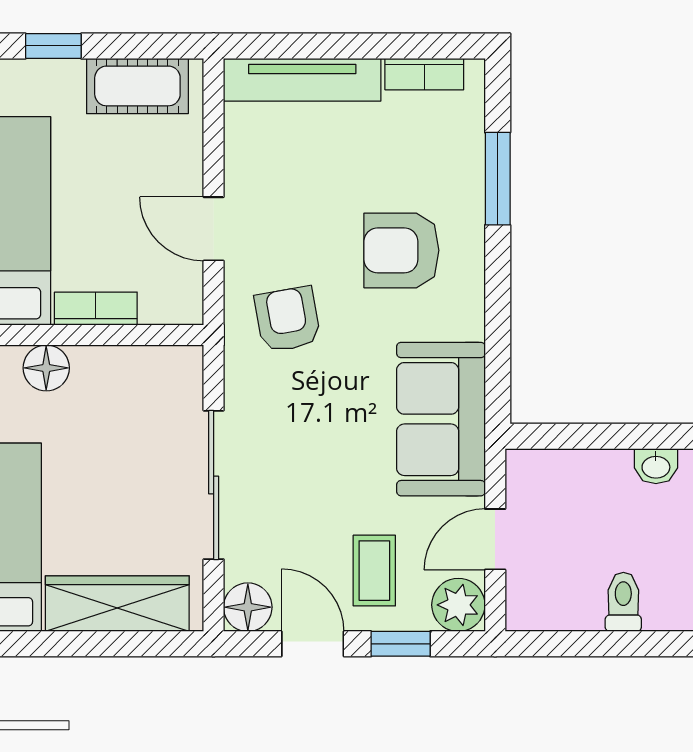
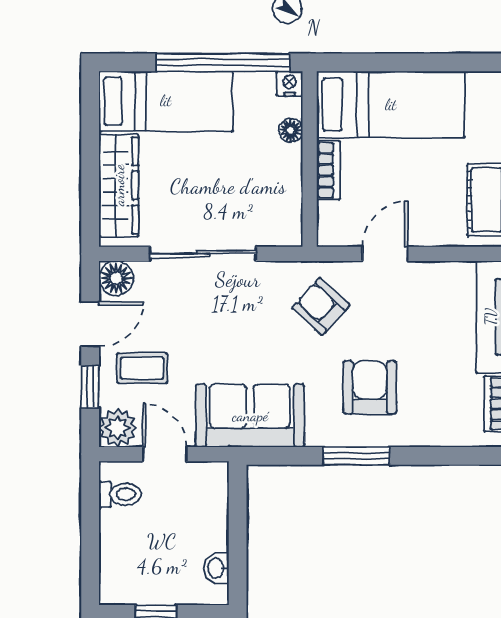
window: (498, 179) -> (356, 456), moved
armchair: (288, 319) -> (321, 306), turned -127
floor lamp: (46, 368) -> (291, 130), width x0.73, depth x0.73
toilet: (623, 602) -> (120, 494), moved

